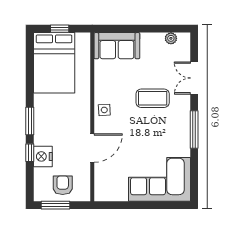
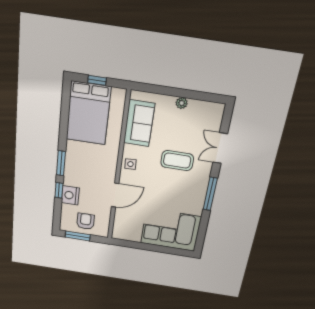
plant: (171, 38) -> (182, 103), moved
sofa: (117, 46) -> (139, 123), moved, turned -90

